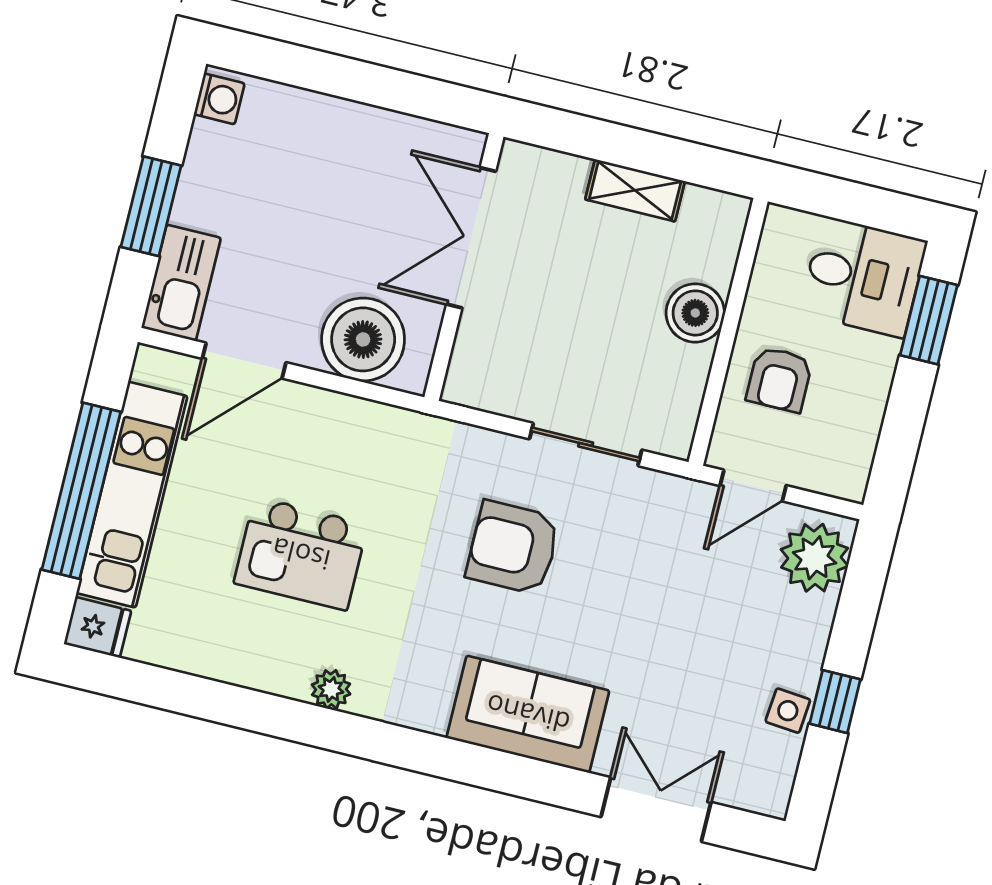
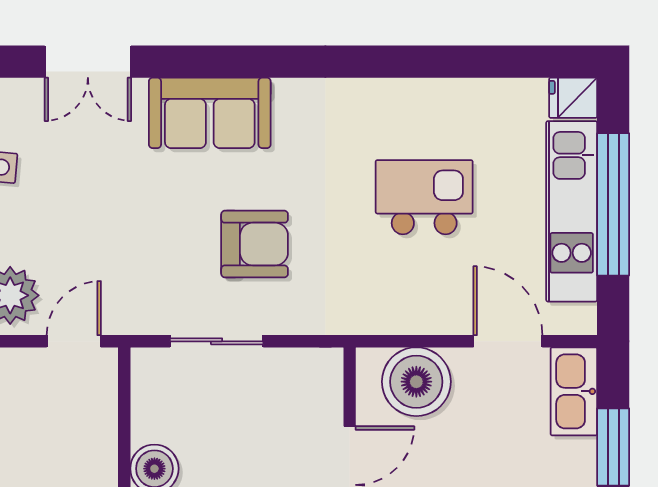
door: (244, 361) -> (508, 341), hinge flipped
armchair: (779, 379) -> (74, 432), removed
plant: (331, 689) -> (373, 94), removed

